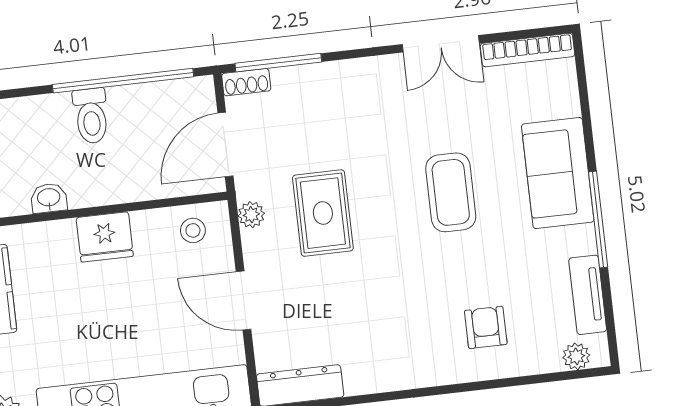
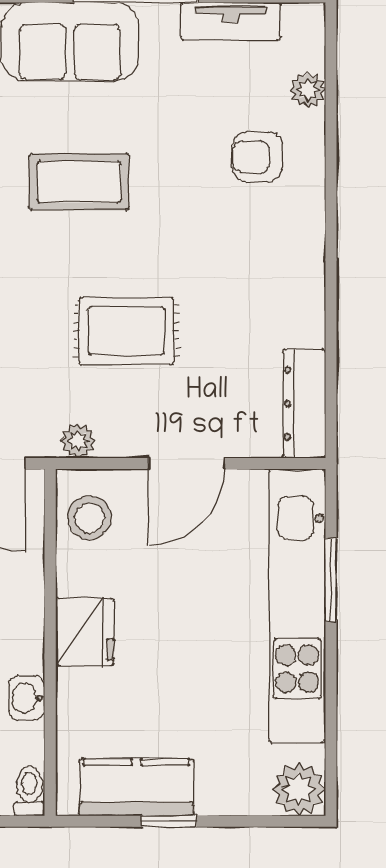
rug: (323, 213) -> (126, 331), moved
stool: (193, 230) -> (90, 518), width x1.37, depth x1.37
plant: (576, 356) -> (308, 90), moved

